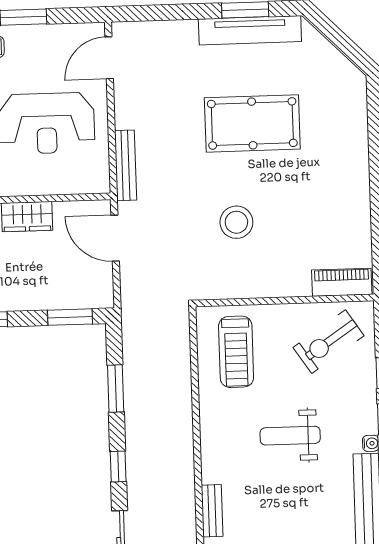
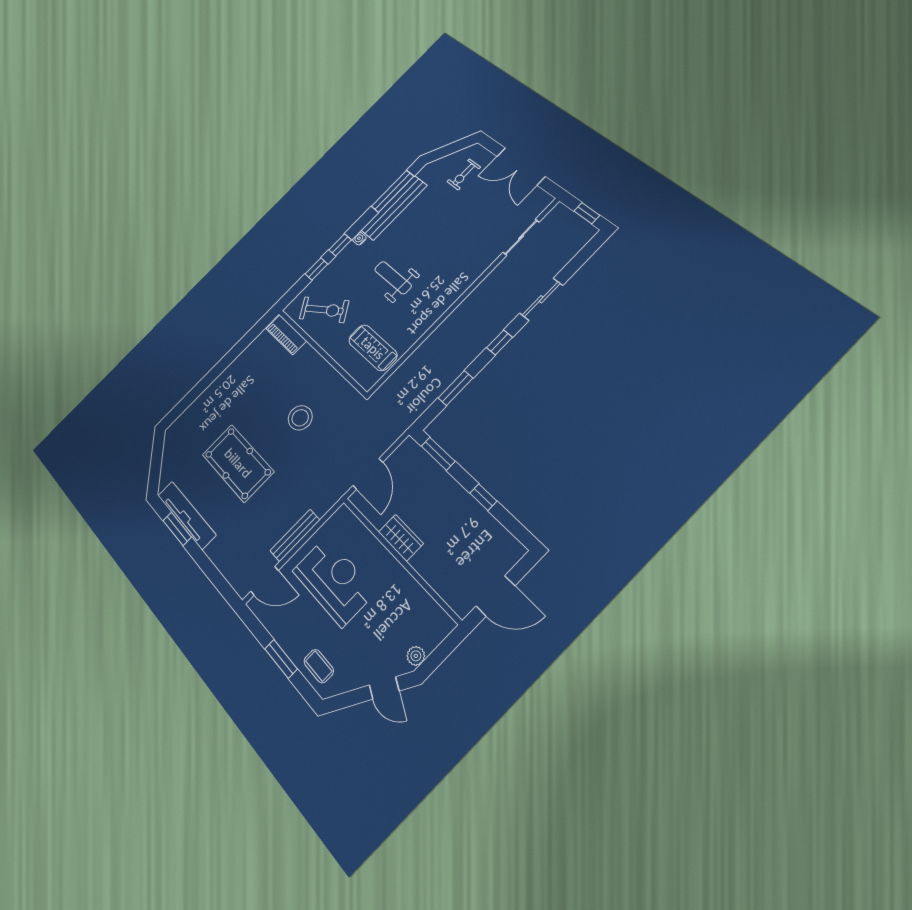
bench: (126, 165) -> (295, 535), moved
treadmill: (236, 352) -> (373, 348), turned -90
weight bench: (290, 436) -> (393, 278), turned 180
bench: (212, 511) -> (474, 273), removed

